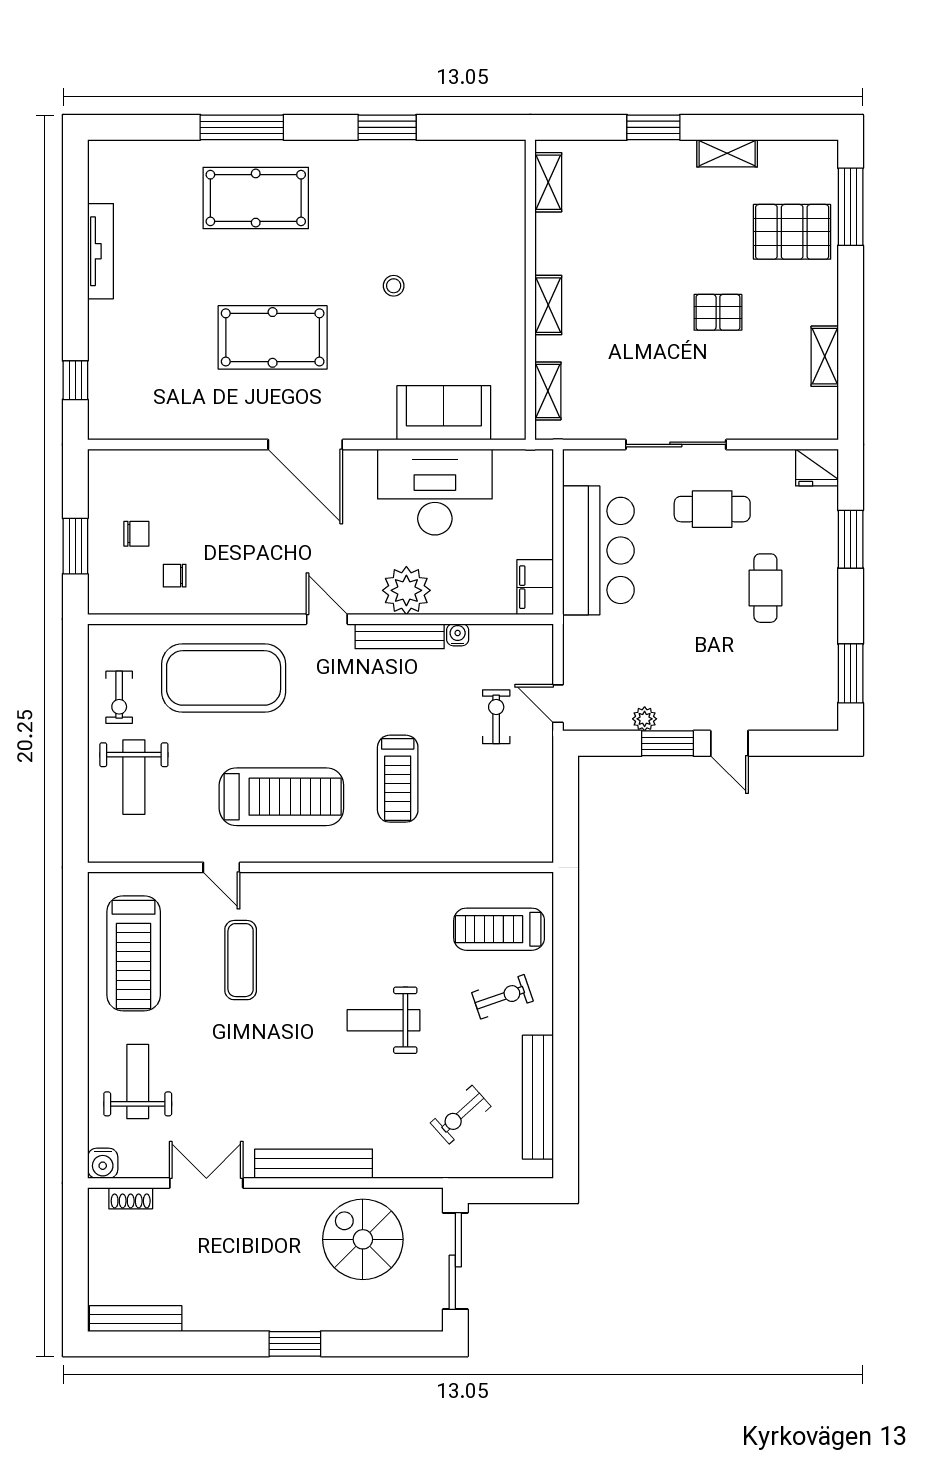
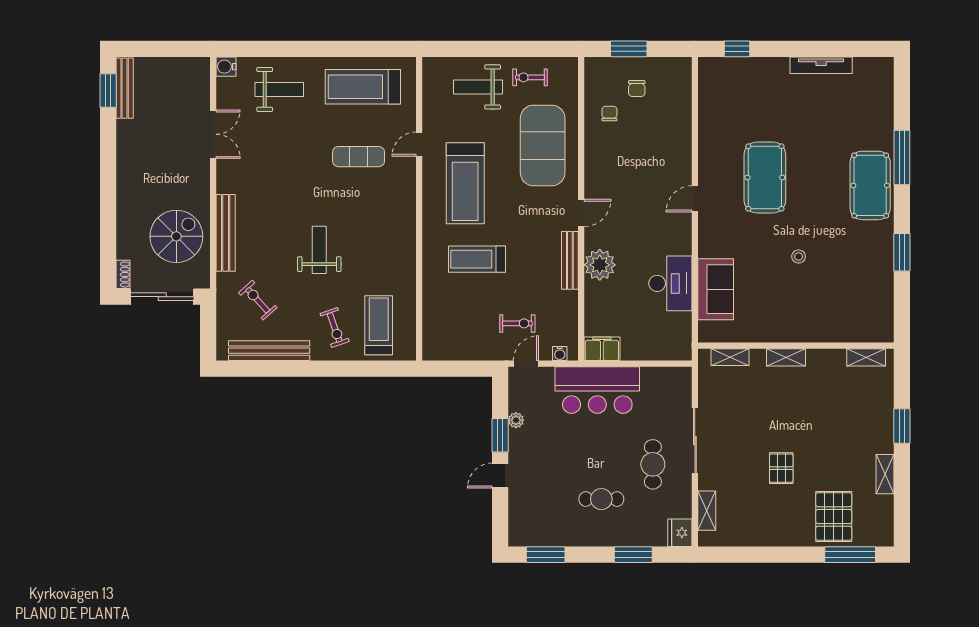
pool table: (256, 198) -> (870, 185), moved
shelving: (825, 356) -> (707, 511), moved, turned 90
door: (305, 444) -> (695, 199), width x0.53
desk: (435, 492) -> (670, 283), width x0.73, depth x0.77
bar counter: (598, 550) -> (597, 390), moved
water cooler: (458, 635) -> (560, 354), moved, turned 90
bench: (314, 1164) -> (226, 233), moved
shoe rack: (131, 1198) -> (123, 274), moved, turned 180
window: (295, 1344) -> (108, 90), moved

